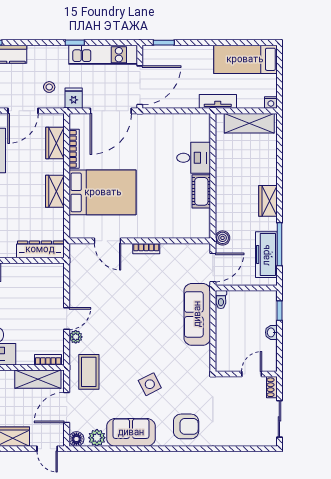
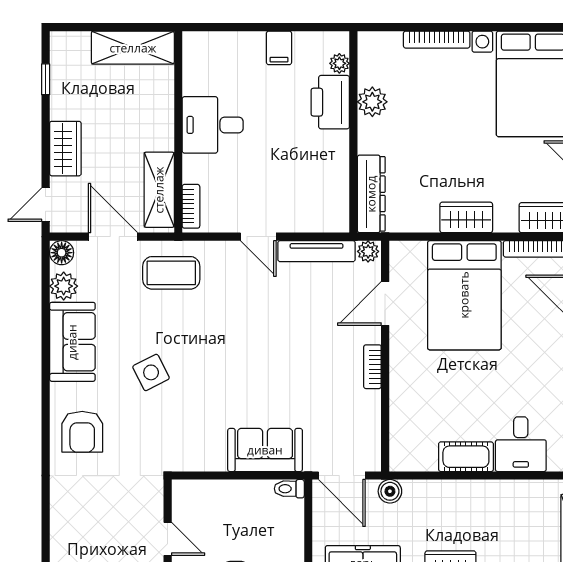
tv unit: (75, 283) -> (317, 251), added
sofa: (197, 314) -> (265, 450), width x0.73
plant: (76, 337) -> (368, 251), moved

